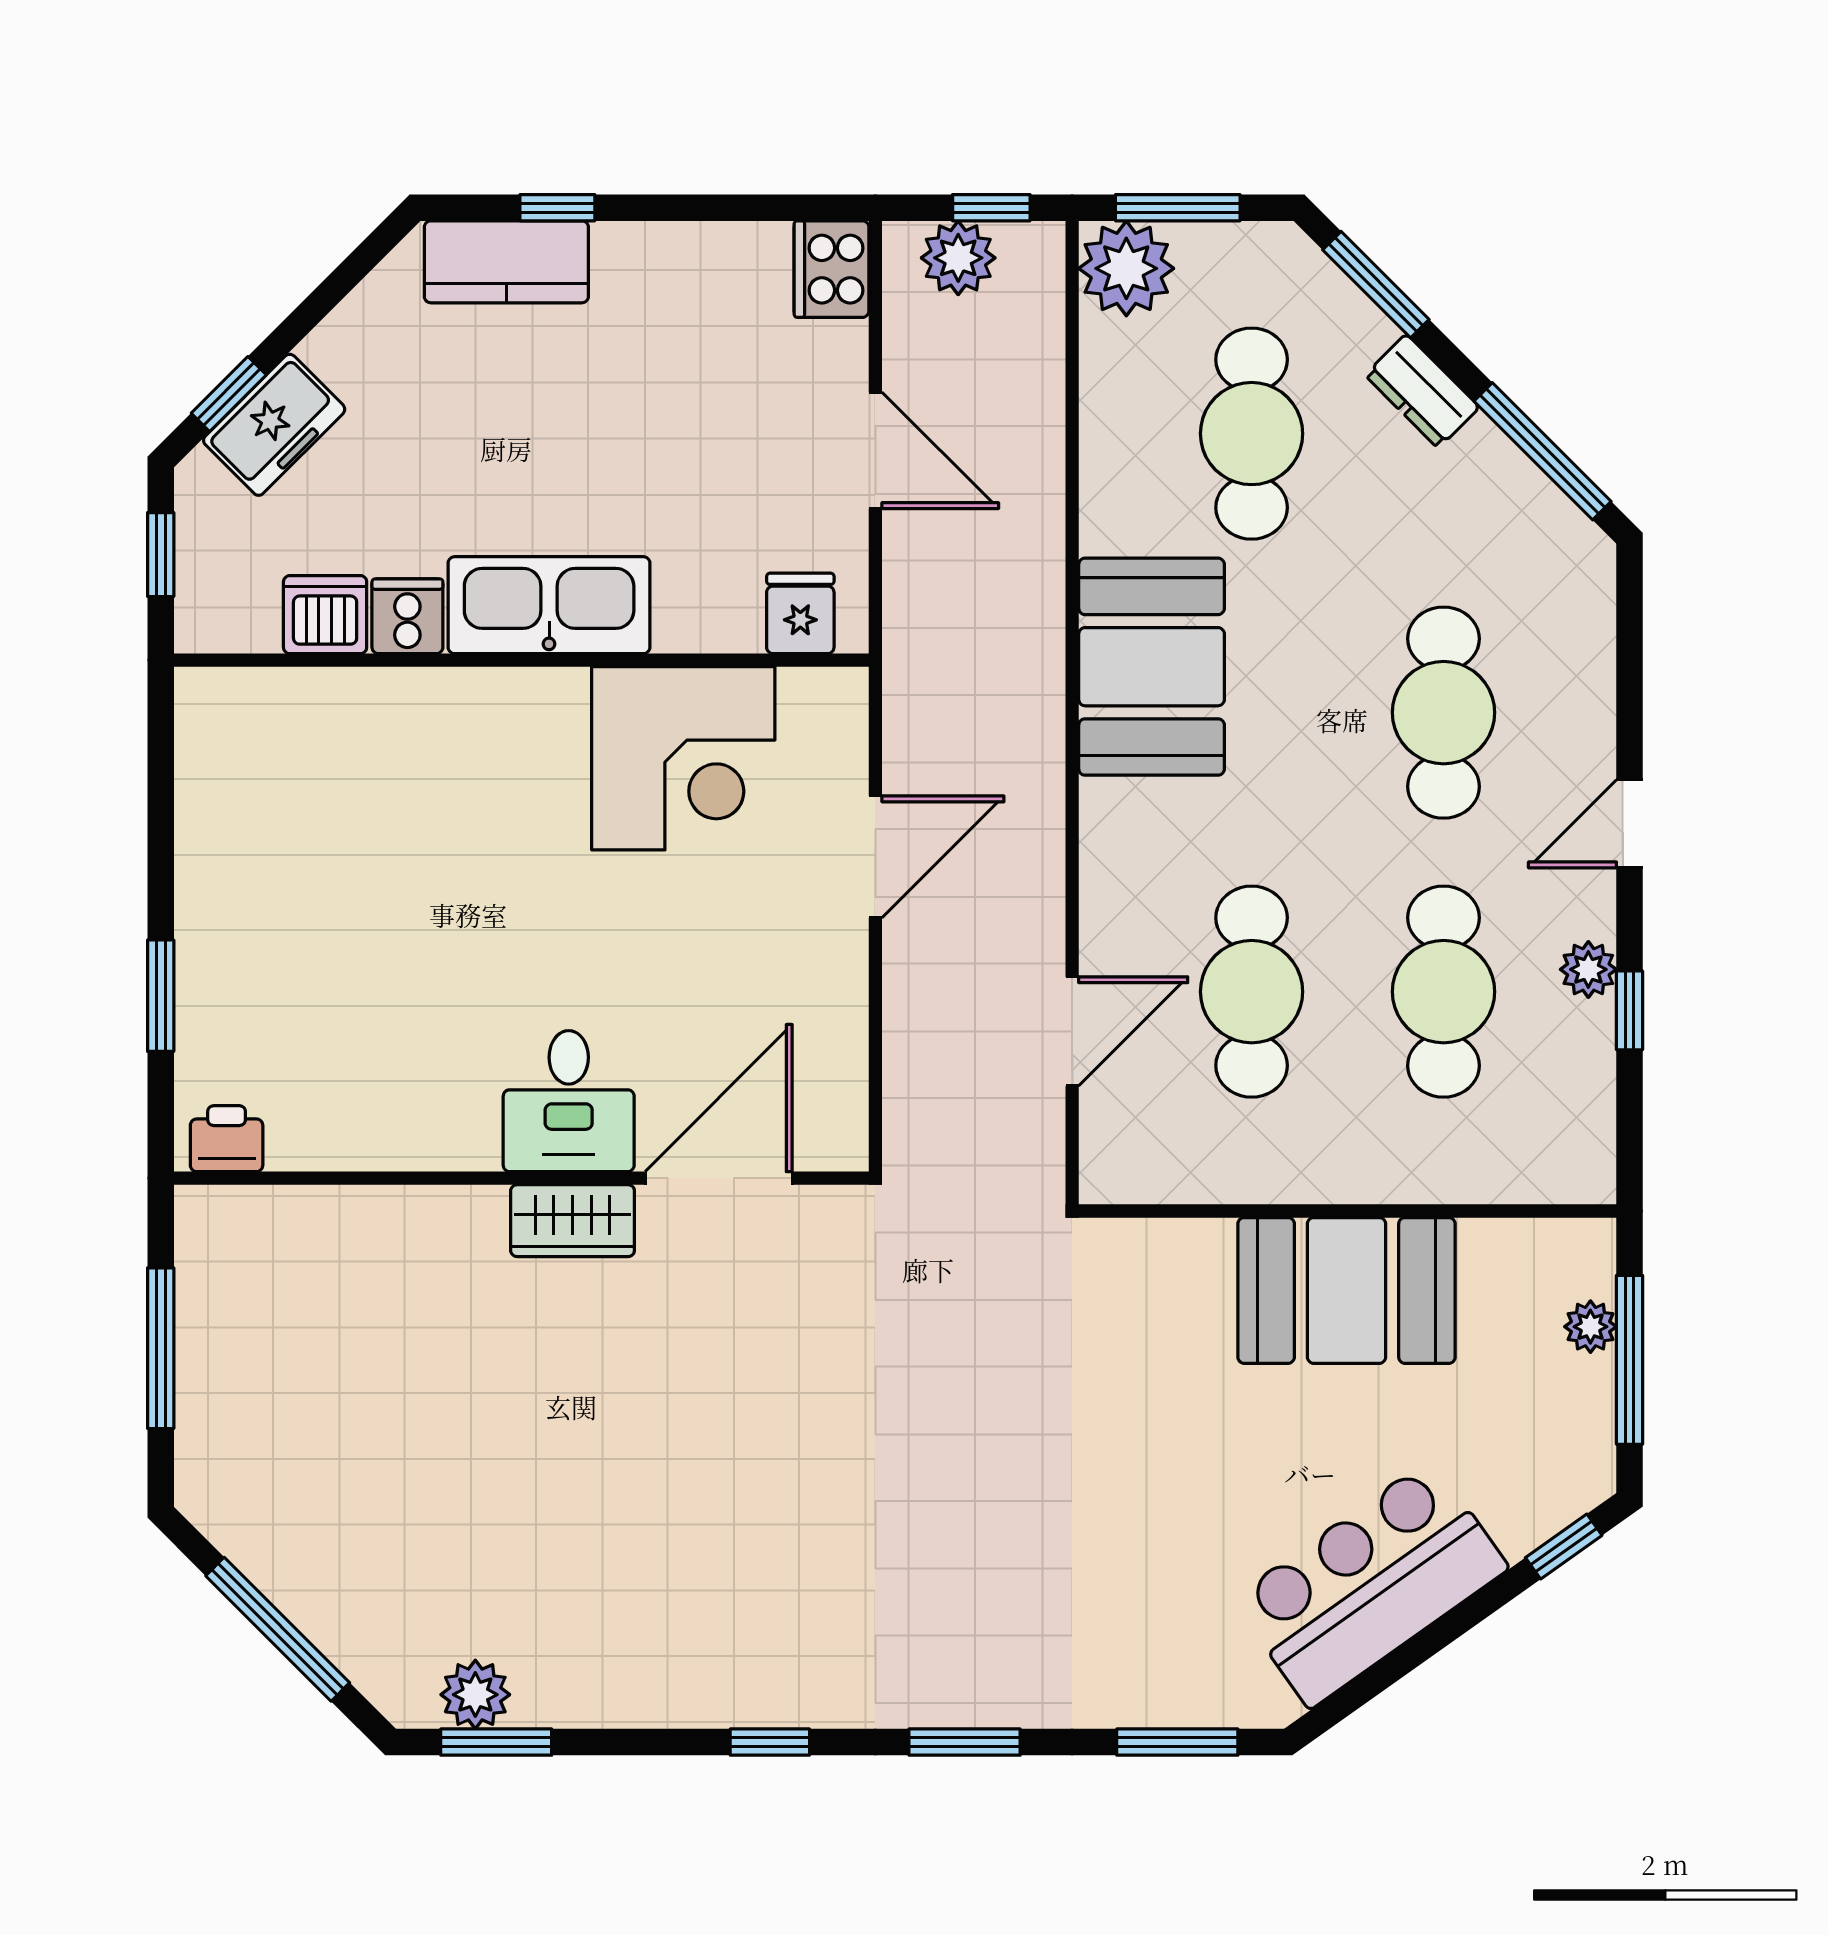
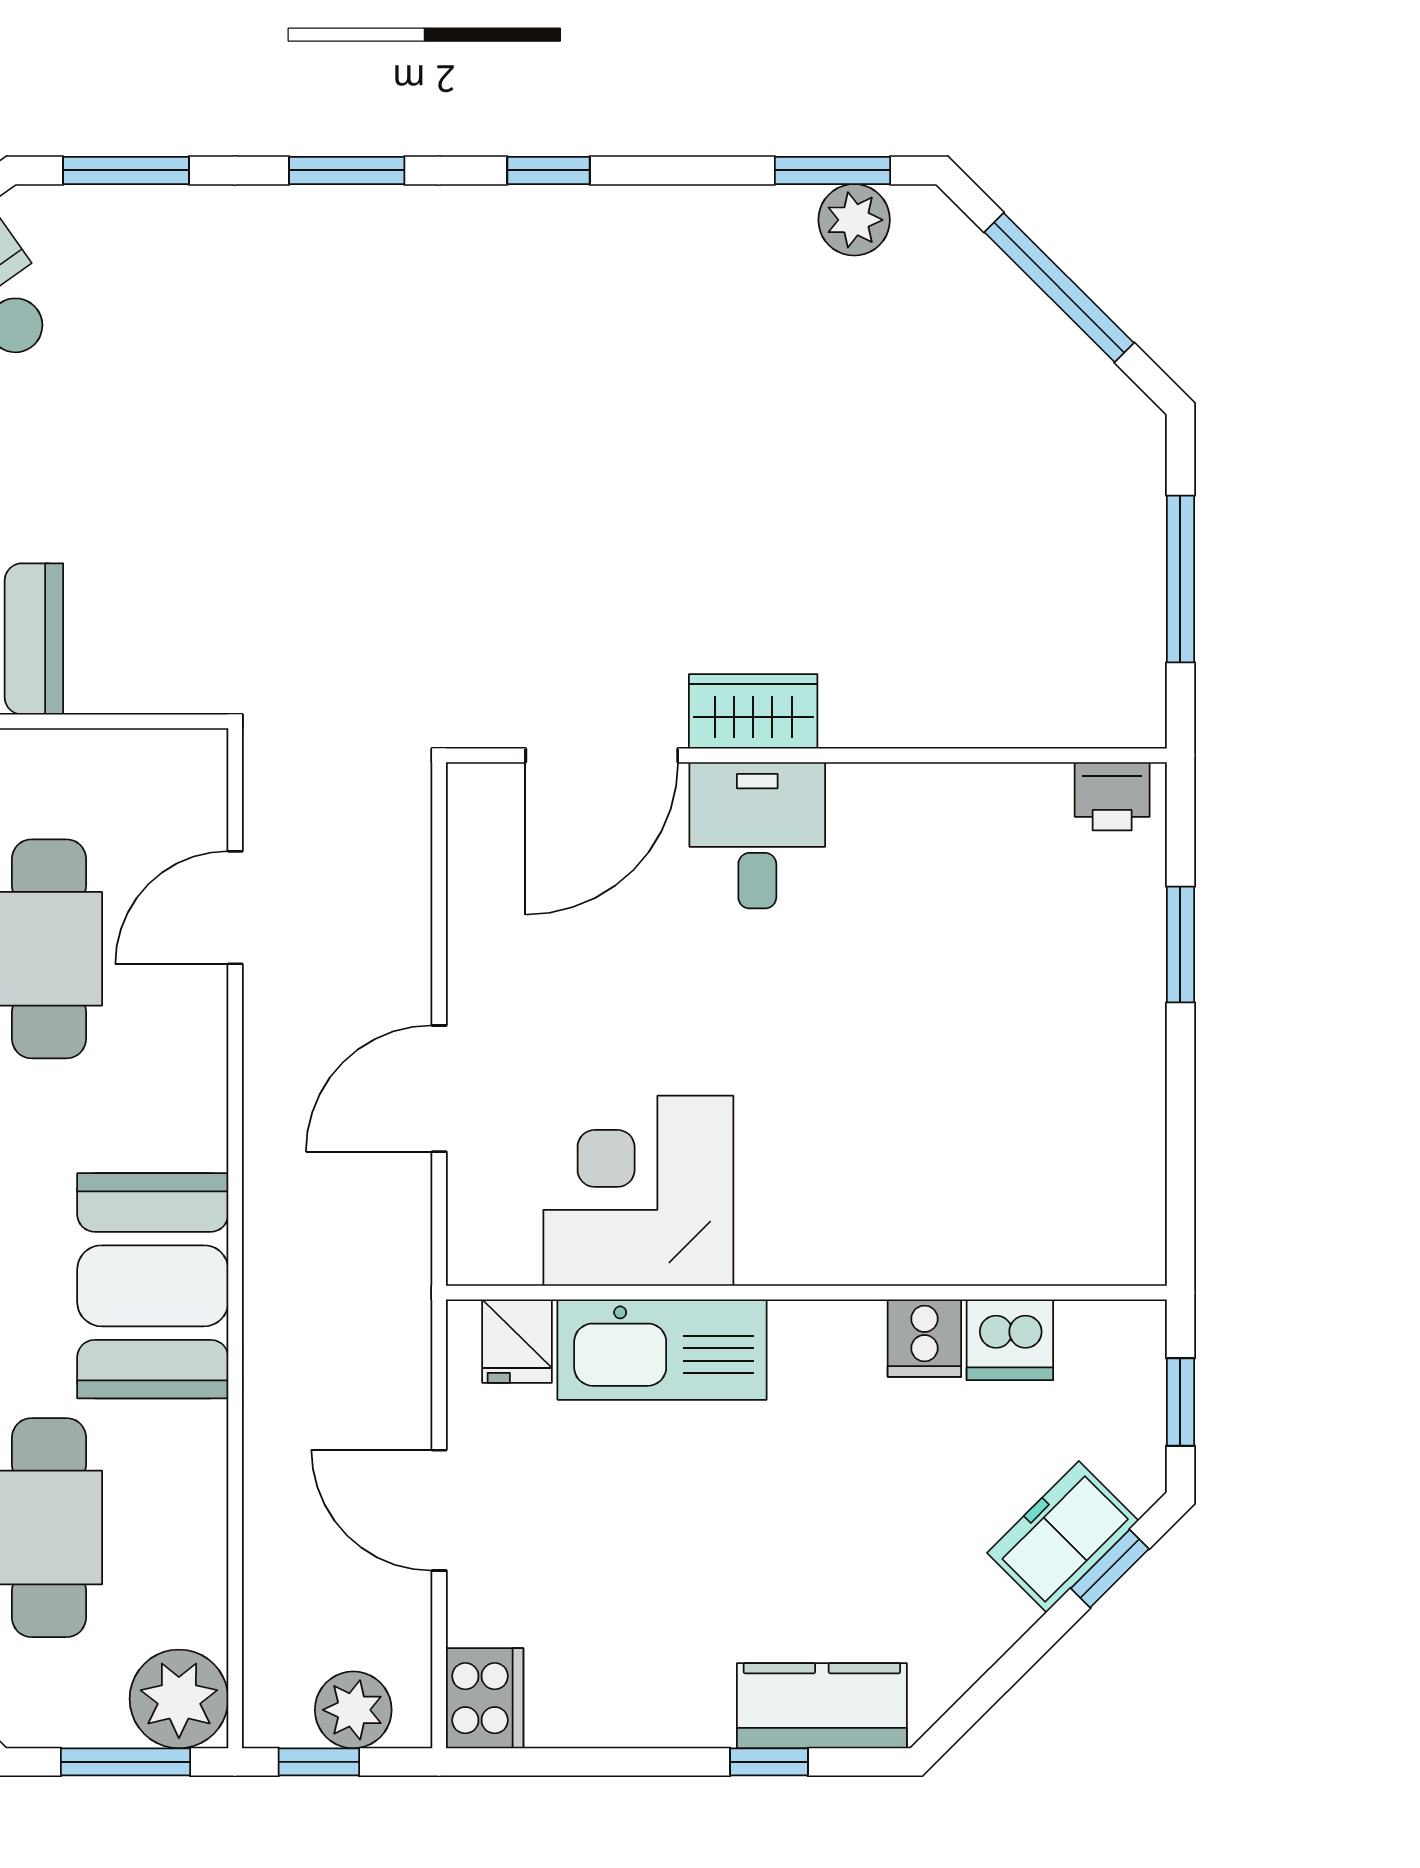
kitchen sink: (549, 605) -> (662, 1350), moved

